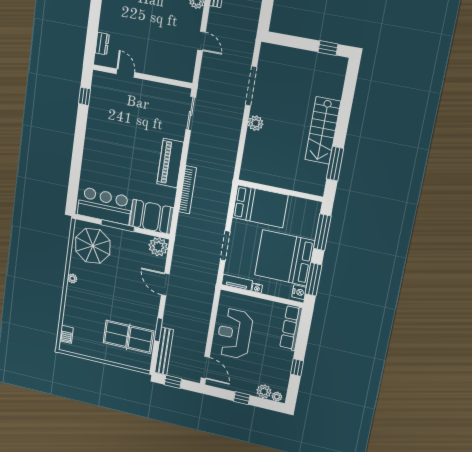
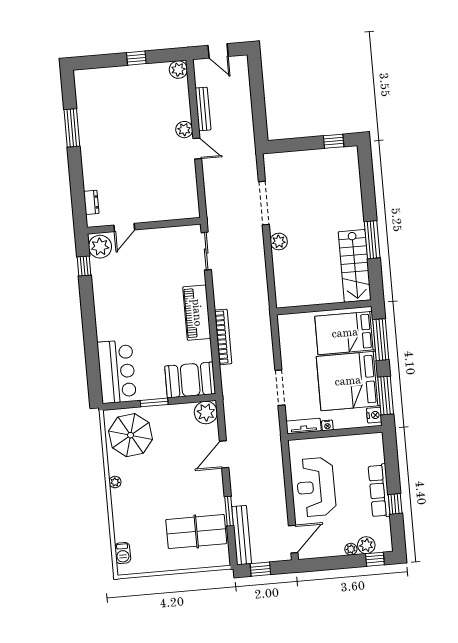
door: (201, 41) -> (197, 148), moved
door: (125, 73) -> (124, 227), swing flipped
plant: (101, 84) -> (100, 247), added
stairs: (323, 131) -> (355, 266), moved
window: (335, 164) -> (372, 240), moved
bar counter: (105, 206) -> (117, 372), moved, turned 90
bed: (260, 206) -> (345, 333), moved, turned 180
window: (118, 226) -> (154, 402), width x0.69
door: (165, 284) -> (224, 454), hinge flipped
row of seats: (291, 328) -> (379, 491), moved
door: (205, 368) -> (293, 539), hinge flipped
plant: (277, 397) -> (351, 549), moved
window: (242, 398) -> (375, 559), moved

